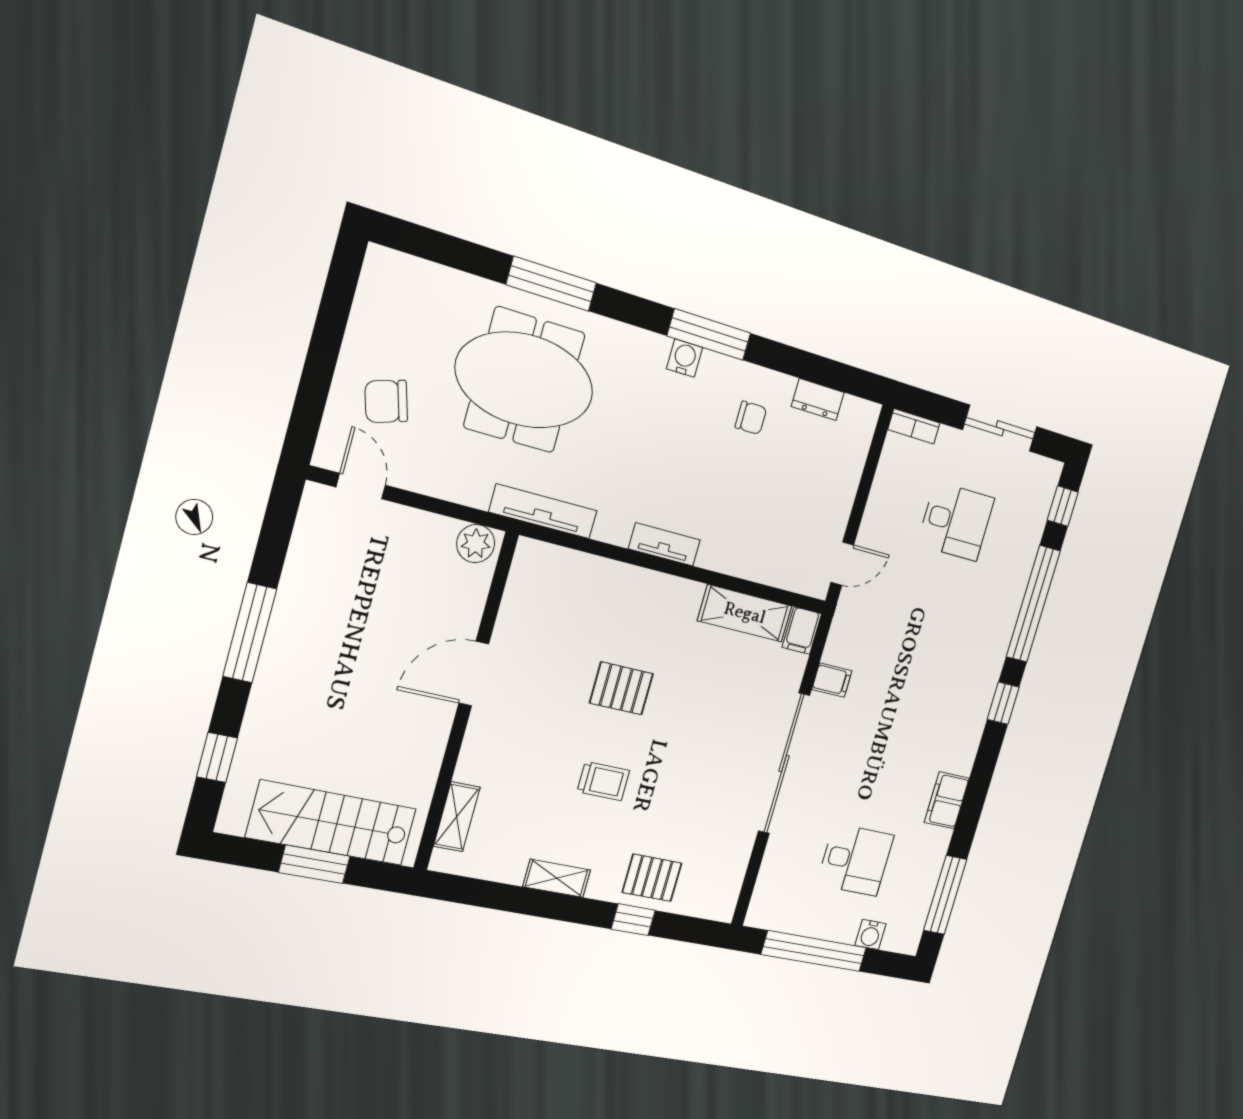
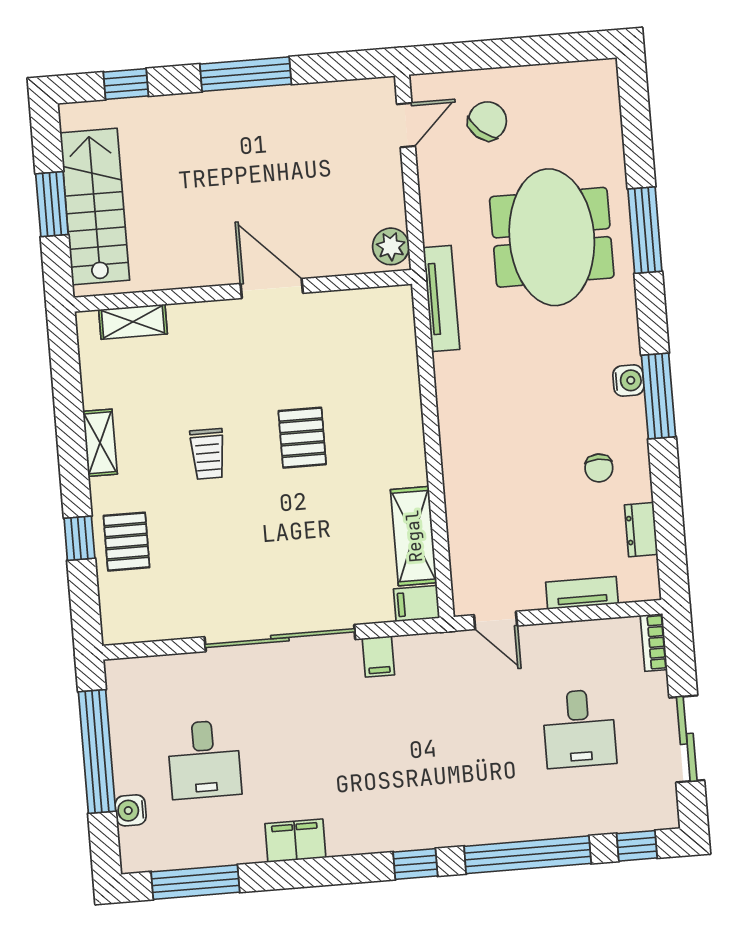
chair: (386, 401) -> (487, 121), turned 58
tv unit: (664, 544) -> (582, 593), moved, turned -90

